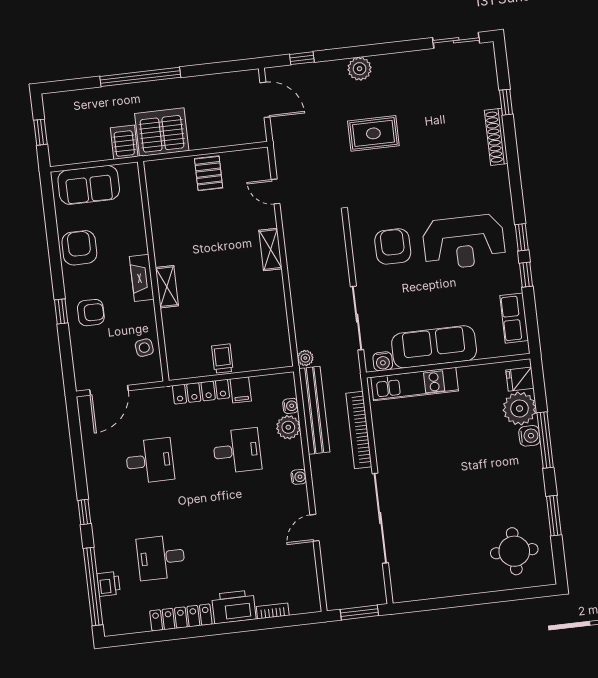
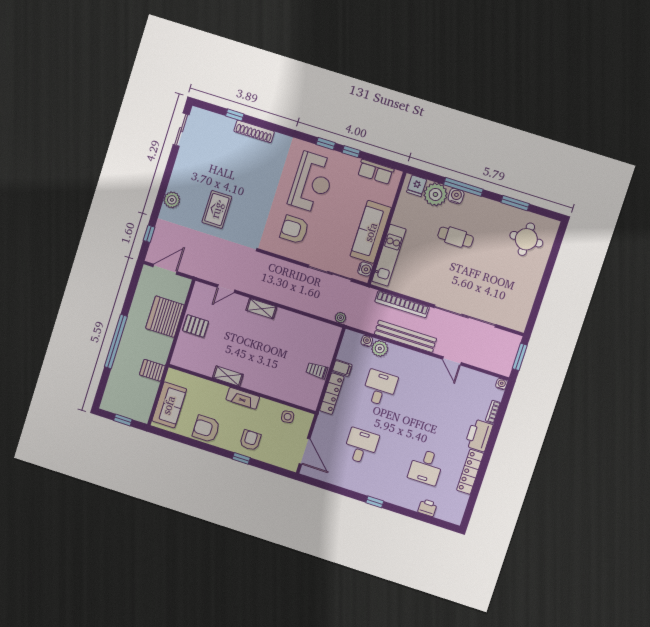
server rack: (162, 132) -> (165, 317), moved
shelving: (167, 287) -> (228, 376), moved
bench: (314, 410) -> (405, 336), moved
cafe table: (476, 459) -> (456, 237), added
water cooler: (299, 477) -> (501, 384), moved
window: (93, 587) -> (425, 518), removed

